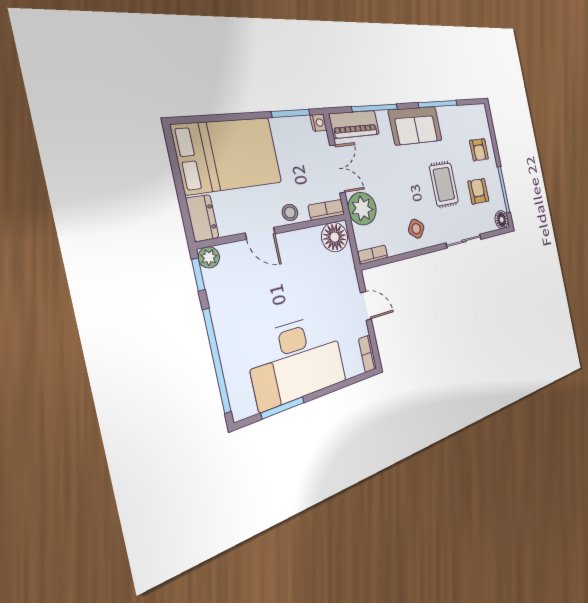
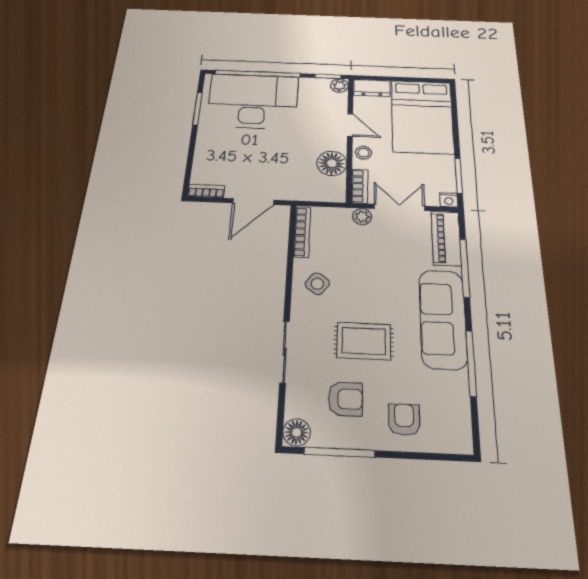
sofa: (416, 125) -> (443, 319), width x1.36
armchair: (479, 150) -> (404, 420), turned 90
double door: (337, 169) -> (399, 207), swing flipped
plant: (362, 209) -> (362, 217), width x0.53, depth x0.53
door: (260, 233) -> (350, 125), swing flipped
floor lamp: (335, 237) -> (332, 163), moved
bookcase: (373, 255) -> (302, 232), width x1.56
door: (366, 306) -> (253, 202), width x1.38
desk: (297, 360) -> (253, 101), moved, turned 90

